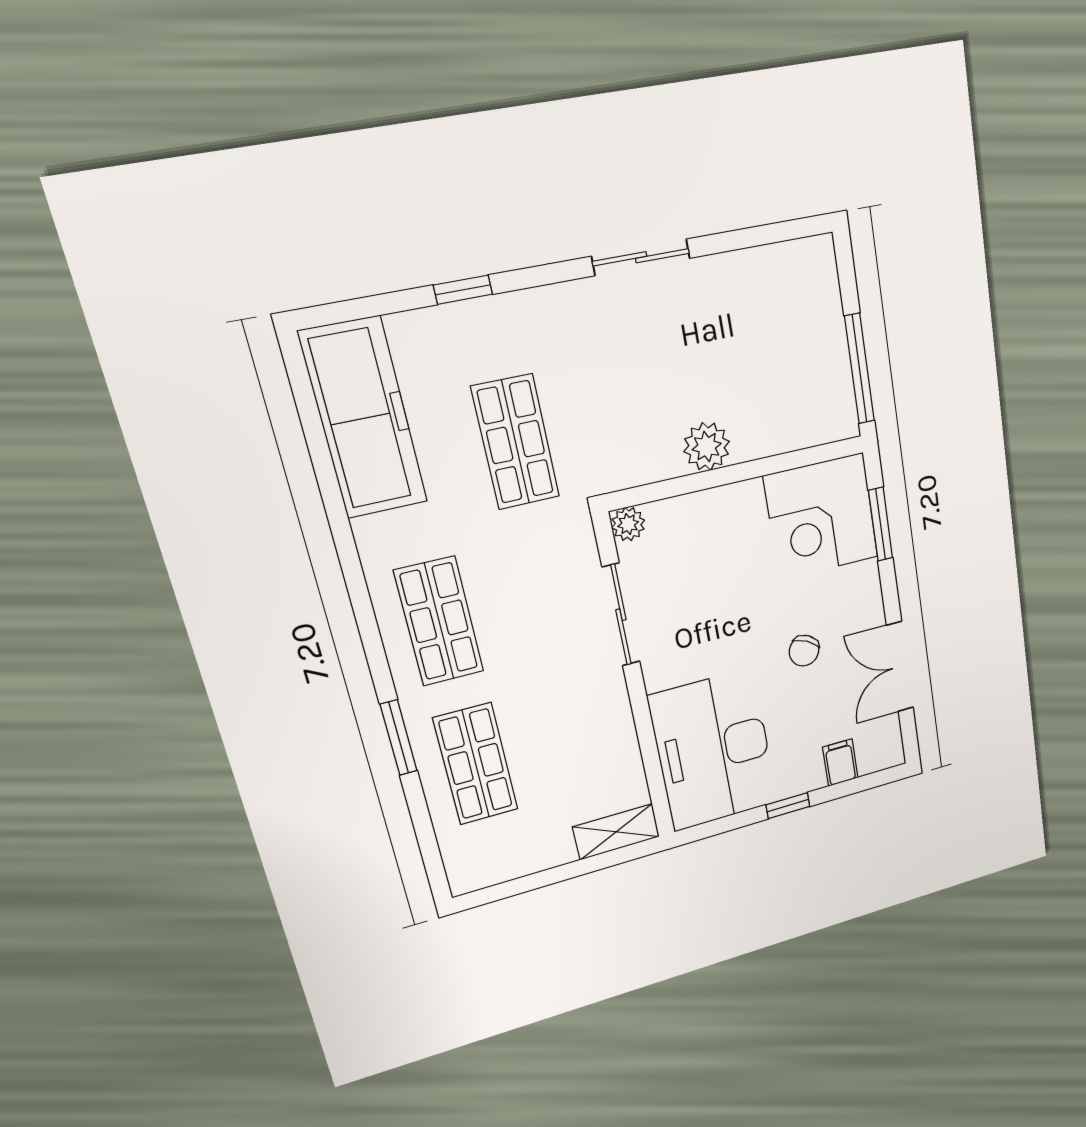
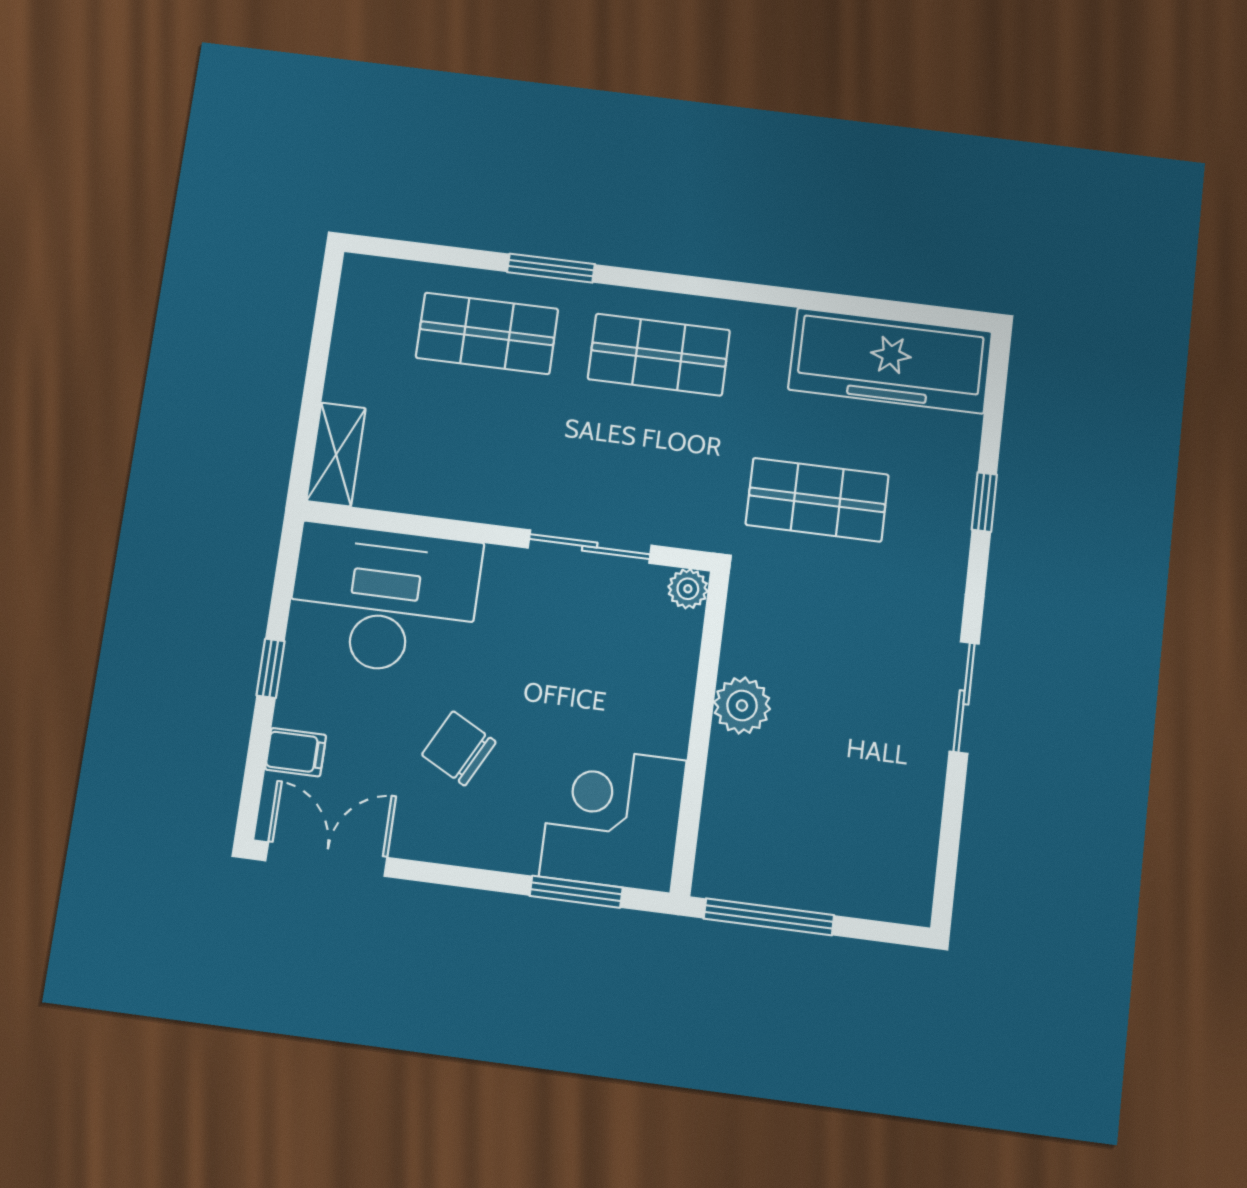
chair: (804, 651) -> (459, 748), width x1.37, depth x1.37
double door: (900, 667) -> (326, 859), moved

